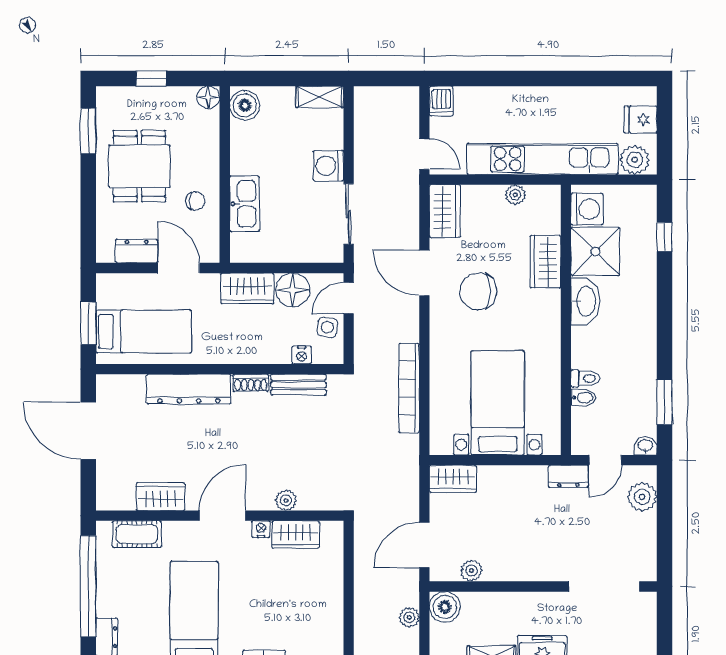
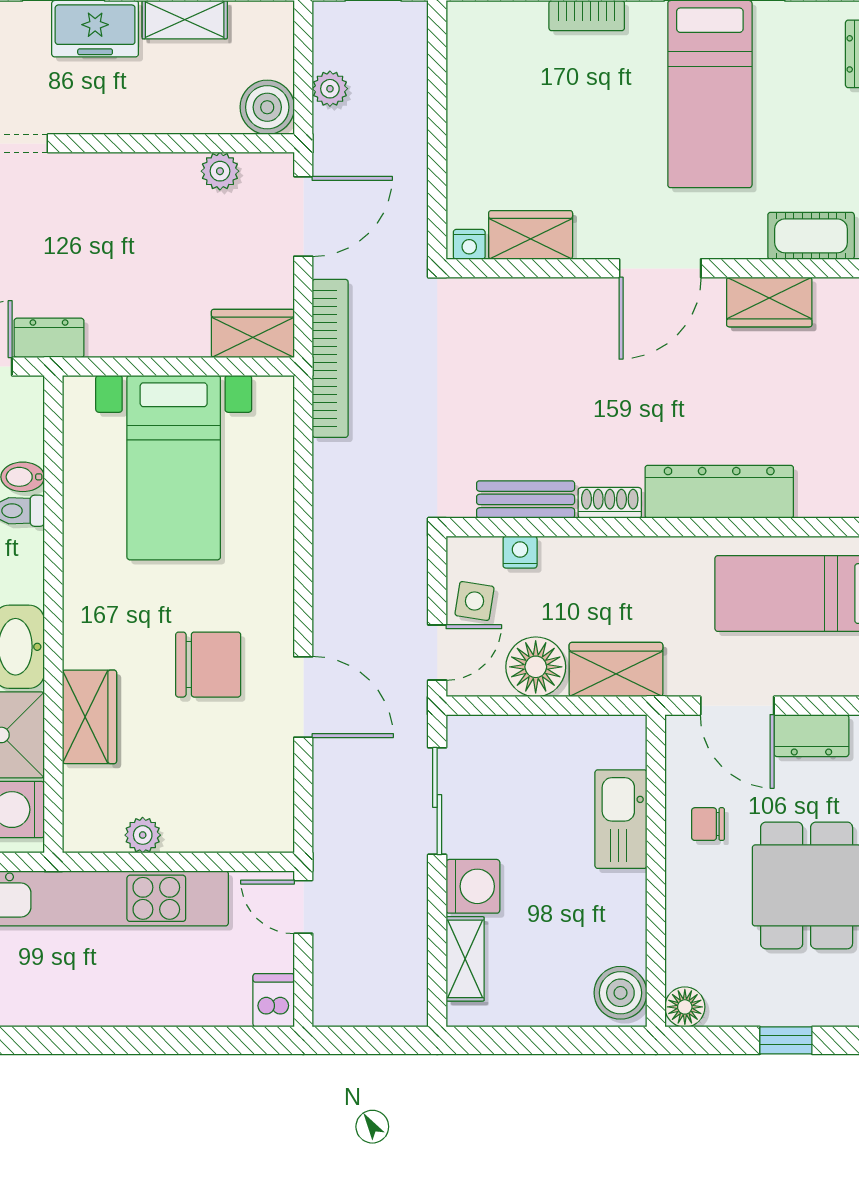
shelving: (320, 97) -> (465, 959), moved, turned 90
wardrobe: (445, 211) -> (267, 806), removed
bookcase: (409, 388) -> (330, 358), moved
plant: (286, 500) -> (548, 296), removed
nightstand: (261, 529) -> (469, 244), moved

